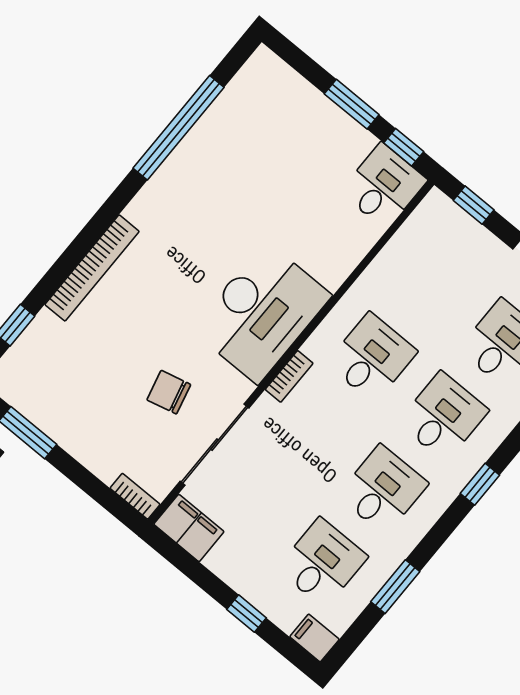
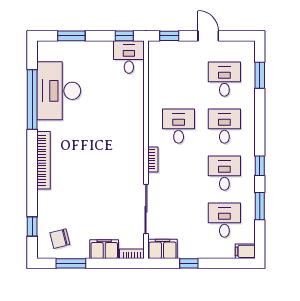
window: (352, 104) -> (71, 36), moved
bookcase: (92, 268) -> (43, 160), moved
desk: (262, 313) -> (59, 91), moved, turned 180
chair: (169, 392) -> (60, 239), moved
filing cabinet: (98, 453) -> (104, 249), added
window: (480, 484) -> (260, 166), moved
window: (246, 614) -> (189, 263), moved

